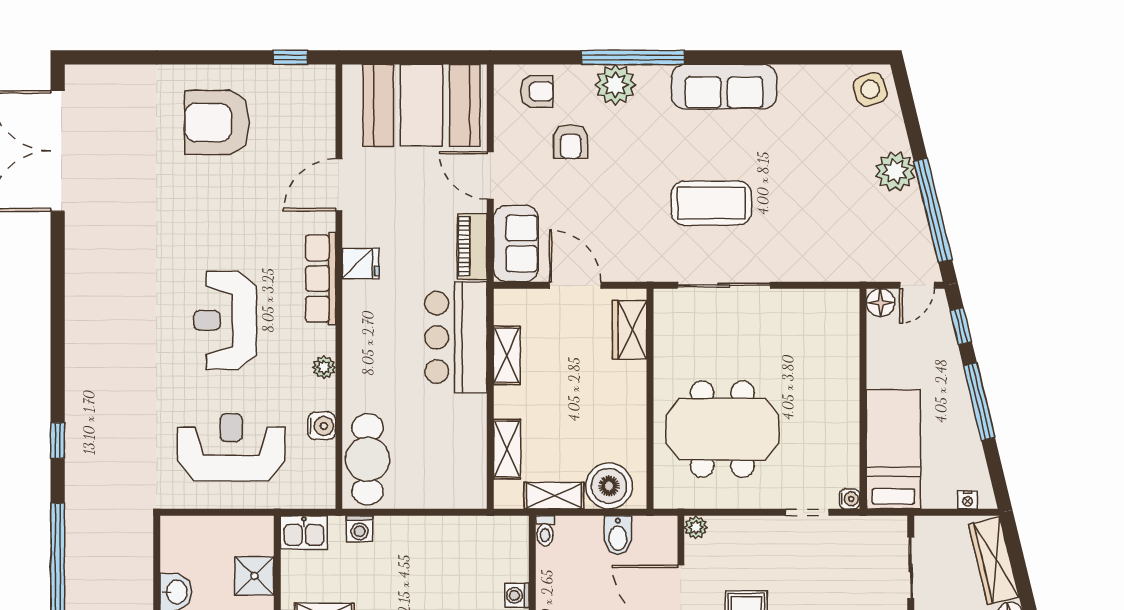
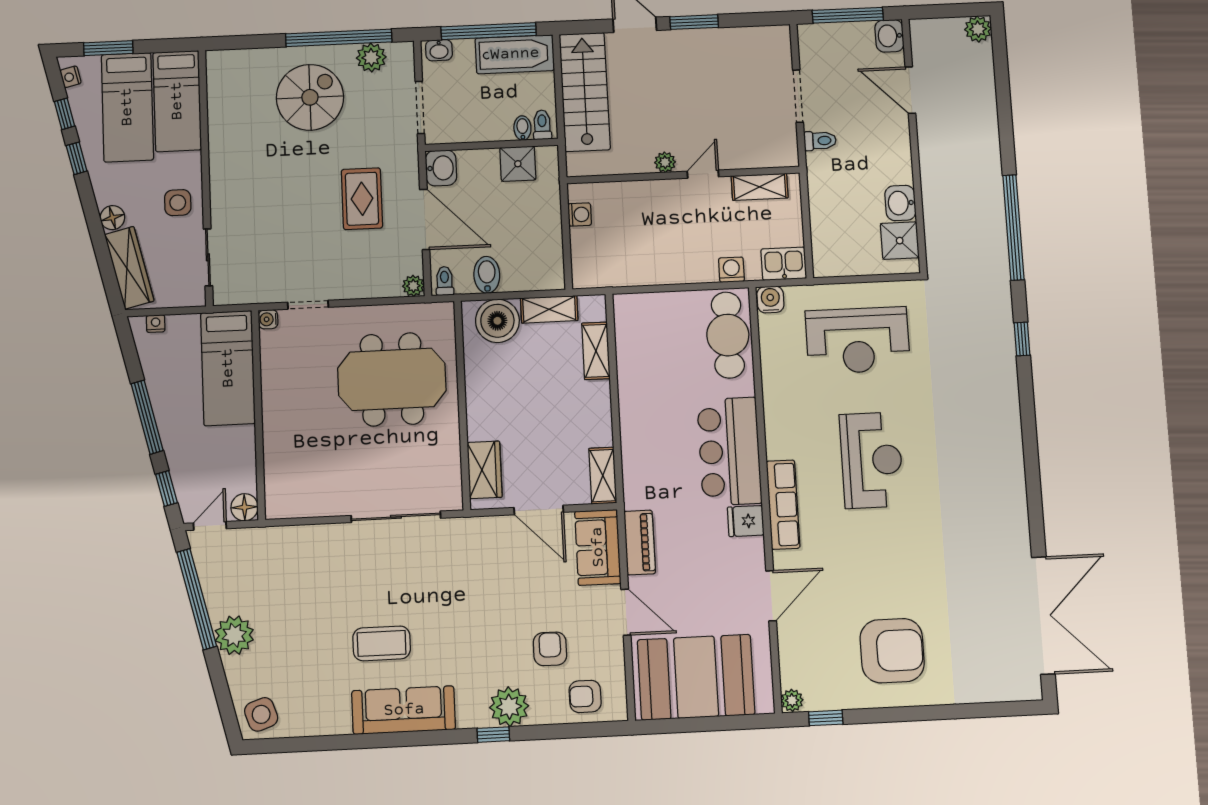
window: (633, 57) -> (493, 735), width x0.32
coffee table: (711, 203) -> (382, 643), moved, width x0.73, depth x0.76
bar counter: (456, 337) -> (729, 451), moved, turned 180
shelving: (507, 355) -> (603, 476), moved
plant: (324, 367) -> (792, 700), moved
water cooler: (322, 426) -> (770, 299), moved, turned 90
toilet: (545, 531) -> (445, 281), moved
shower: (254, 576) -> (900, 241), moved

